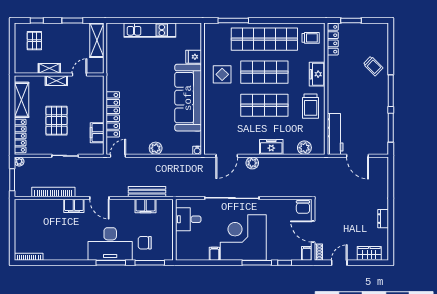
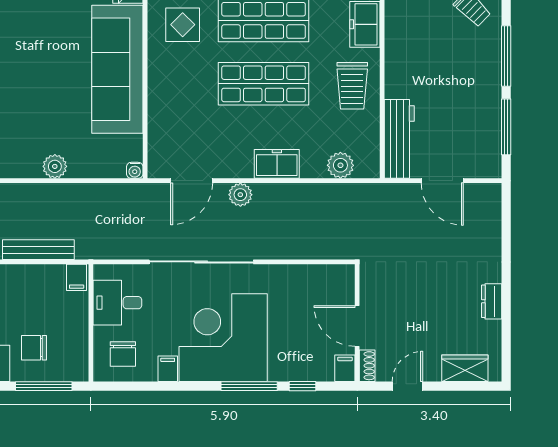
filing cabinet: (146, 206) -> (77, 277), moved, width x0.50
chair: (303, 207) -> (123, 354), moved

